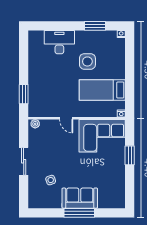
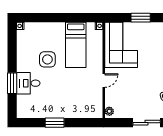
window: (95, 26) -> (12, 83), moved
desk: (59, 42) -> (28, 83), width x0.73
window: (24, 94) -> (55, 123), moved

